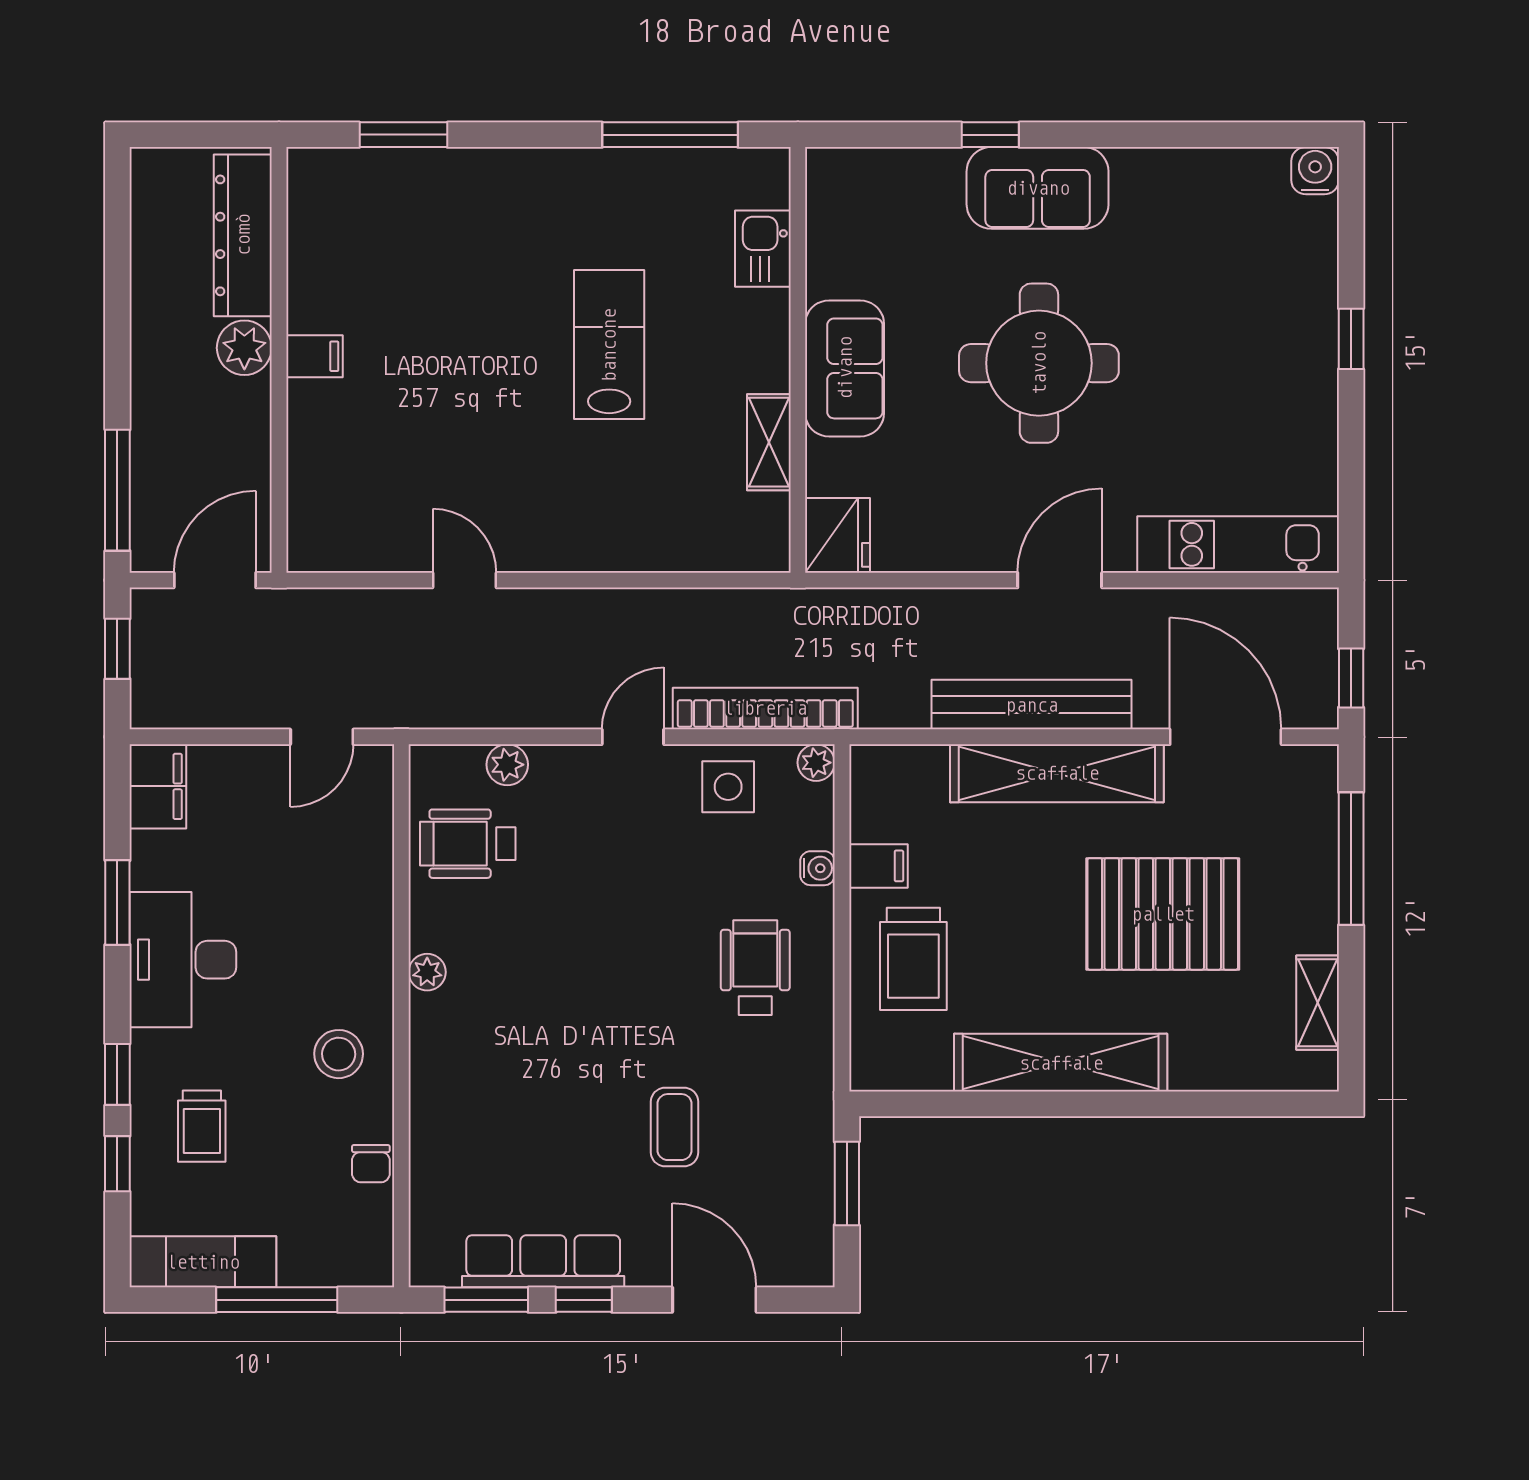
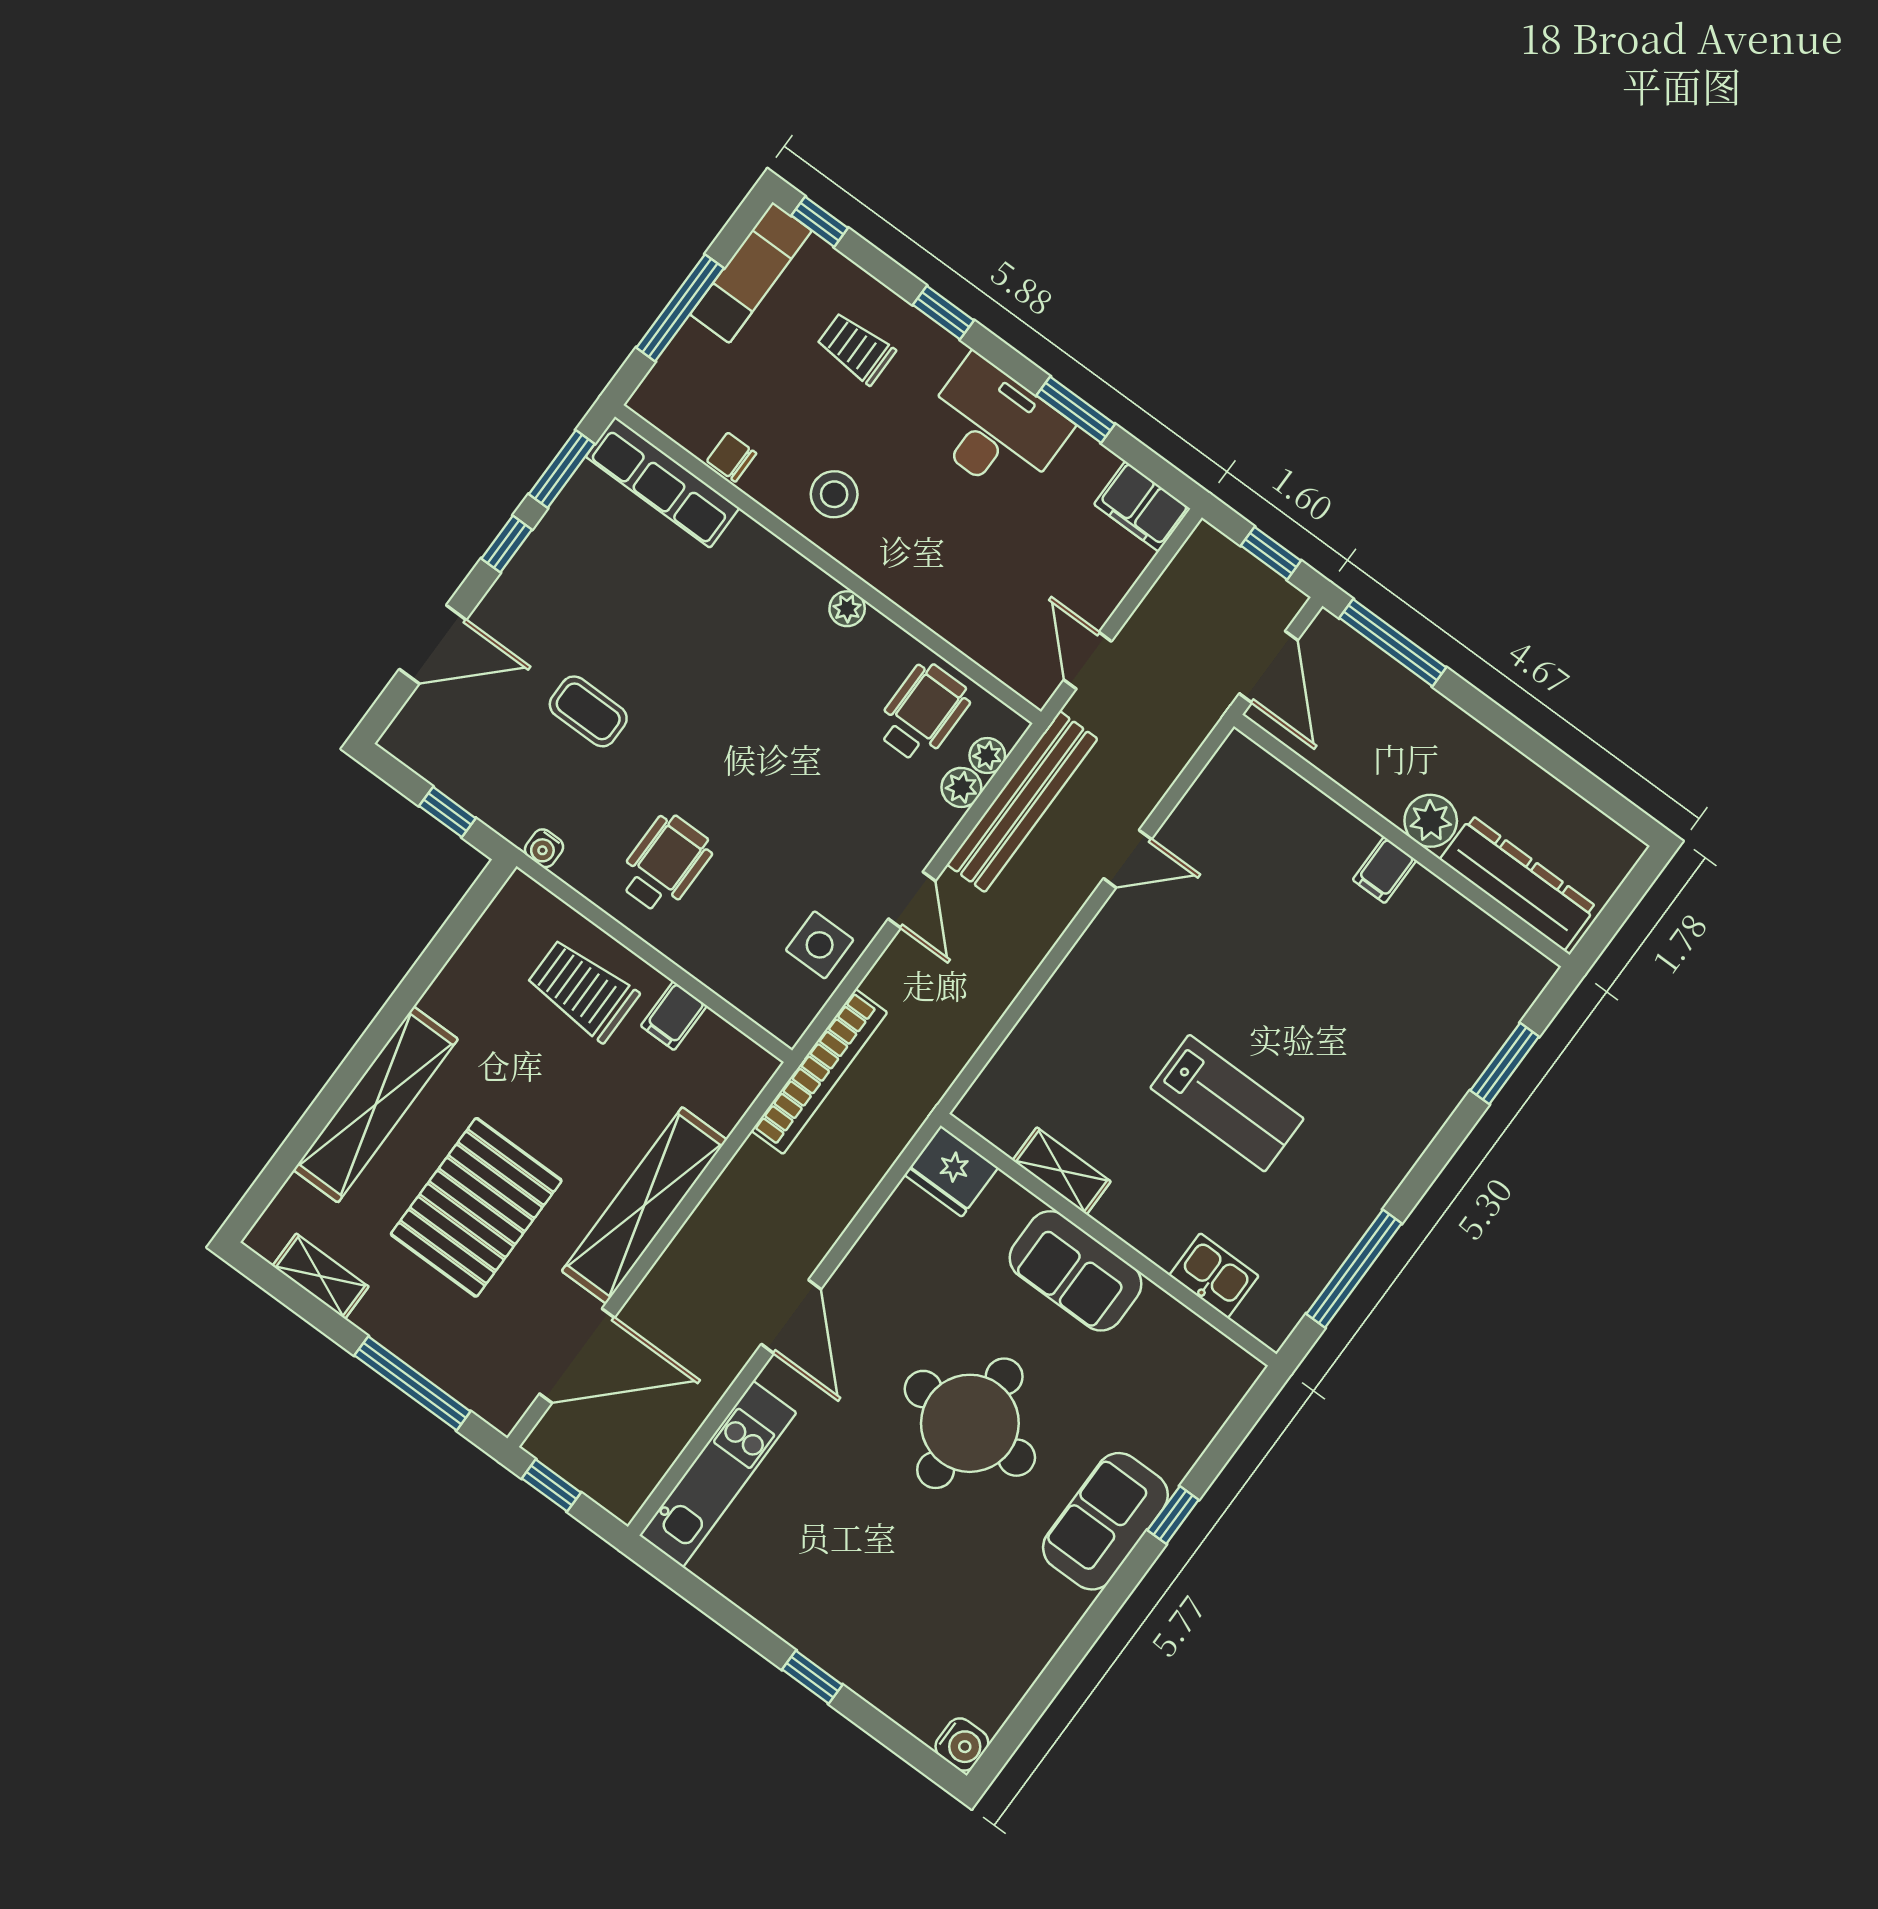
bench: (1032, 705) -> (1022, 802), moved
bookcase: (765, 708) -> (819, 1072), moved
plant: (816, 763) -> (987, 756), moved
water cooler: (817, 868) -> (544, 848), moved
wheelchair: (755, 968) -> (665, 864), turned -90
shelving: (1061, 1063) -> (376, 1105), moved
window: (117, 1164) -> (820, 222), moved
window: (847, 1183) -> (447, 812), width x0.67
row of seats: (543, 1261) -> (662, 482), moved, turned 90

